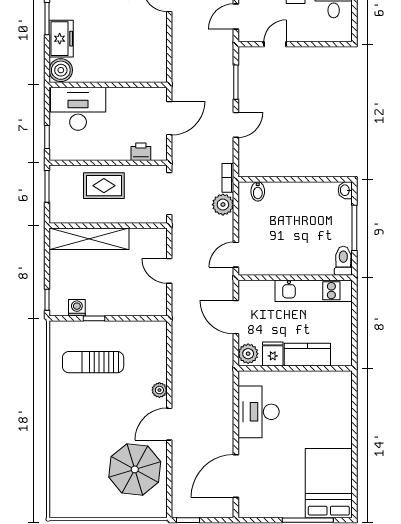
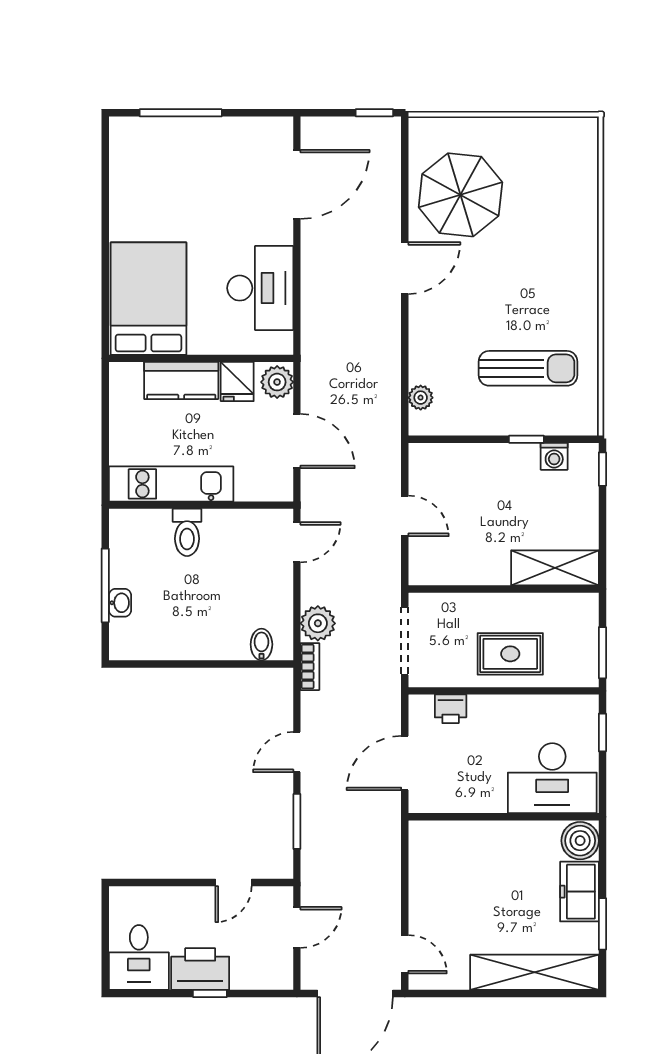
washbasin: (345, 190) -> (120, 603), moved
shelving: (89, 239) -> (555, 568), width x0.68
toilet: (343, 261) -> (187, 532), moved
plant: (159, 390) -> (421, 398), moved
bed: (329, 483) -> (148, 299), moved, turned 180

